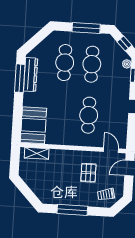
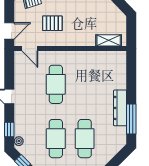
dresser: (31, 75) -> (120, 108), moved
booth: (33, 125) -> (114, 70), removed
pallet: (88, 173) -> (52, 23), turned 90

